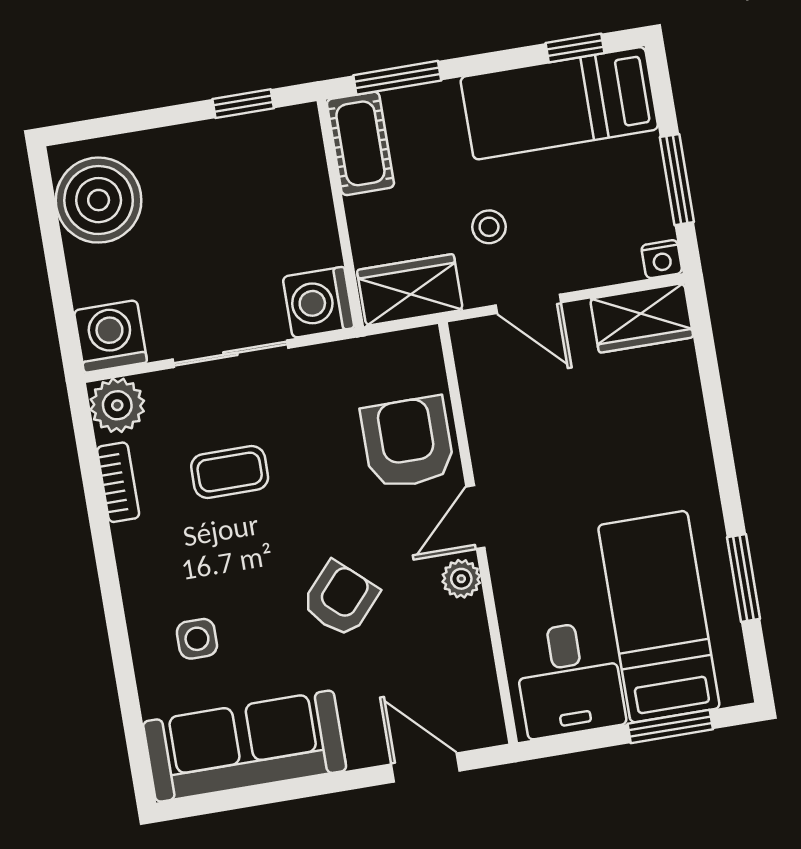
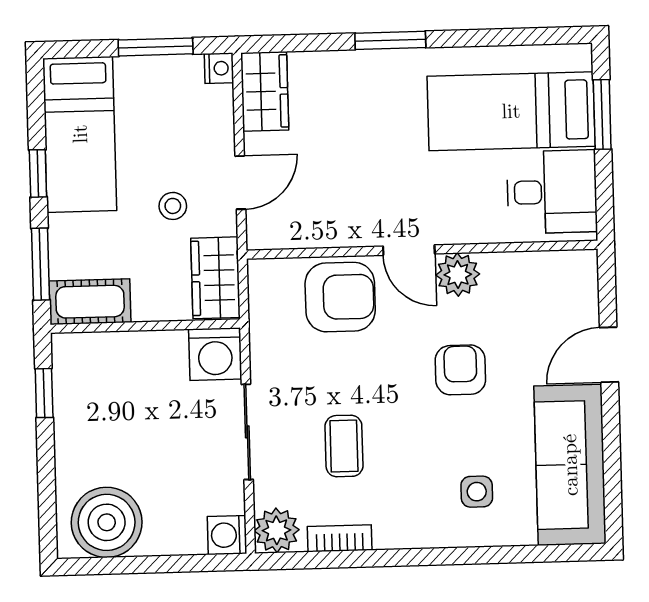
window: (575, 48) -> (38, 173), moved
washing machine: (110, 336) -> (227, 535), width x0.73, depth x0.73
armchair: (408, 443) -> (340, 297), turned 180
window: (743, 578) -> (390, 40), moved
plant: (461, 579) -> (458, 275), width x1.38, depth x1.38
armchair: (340, 599) -> (460, 370), turned 48
door: (425, 767) -> (609, 355), moved

